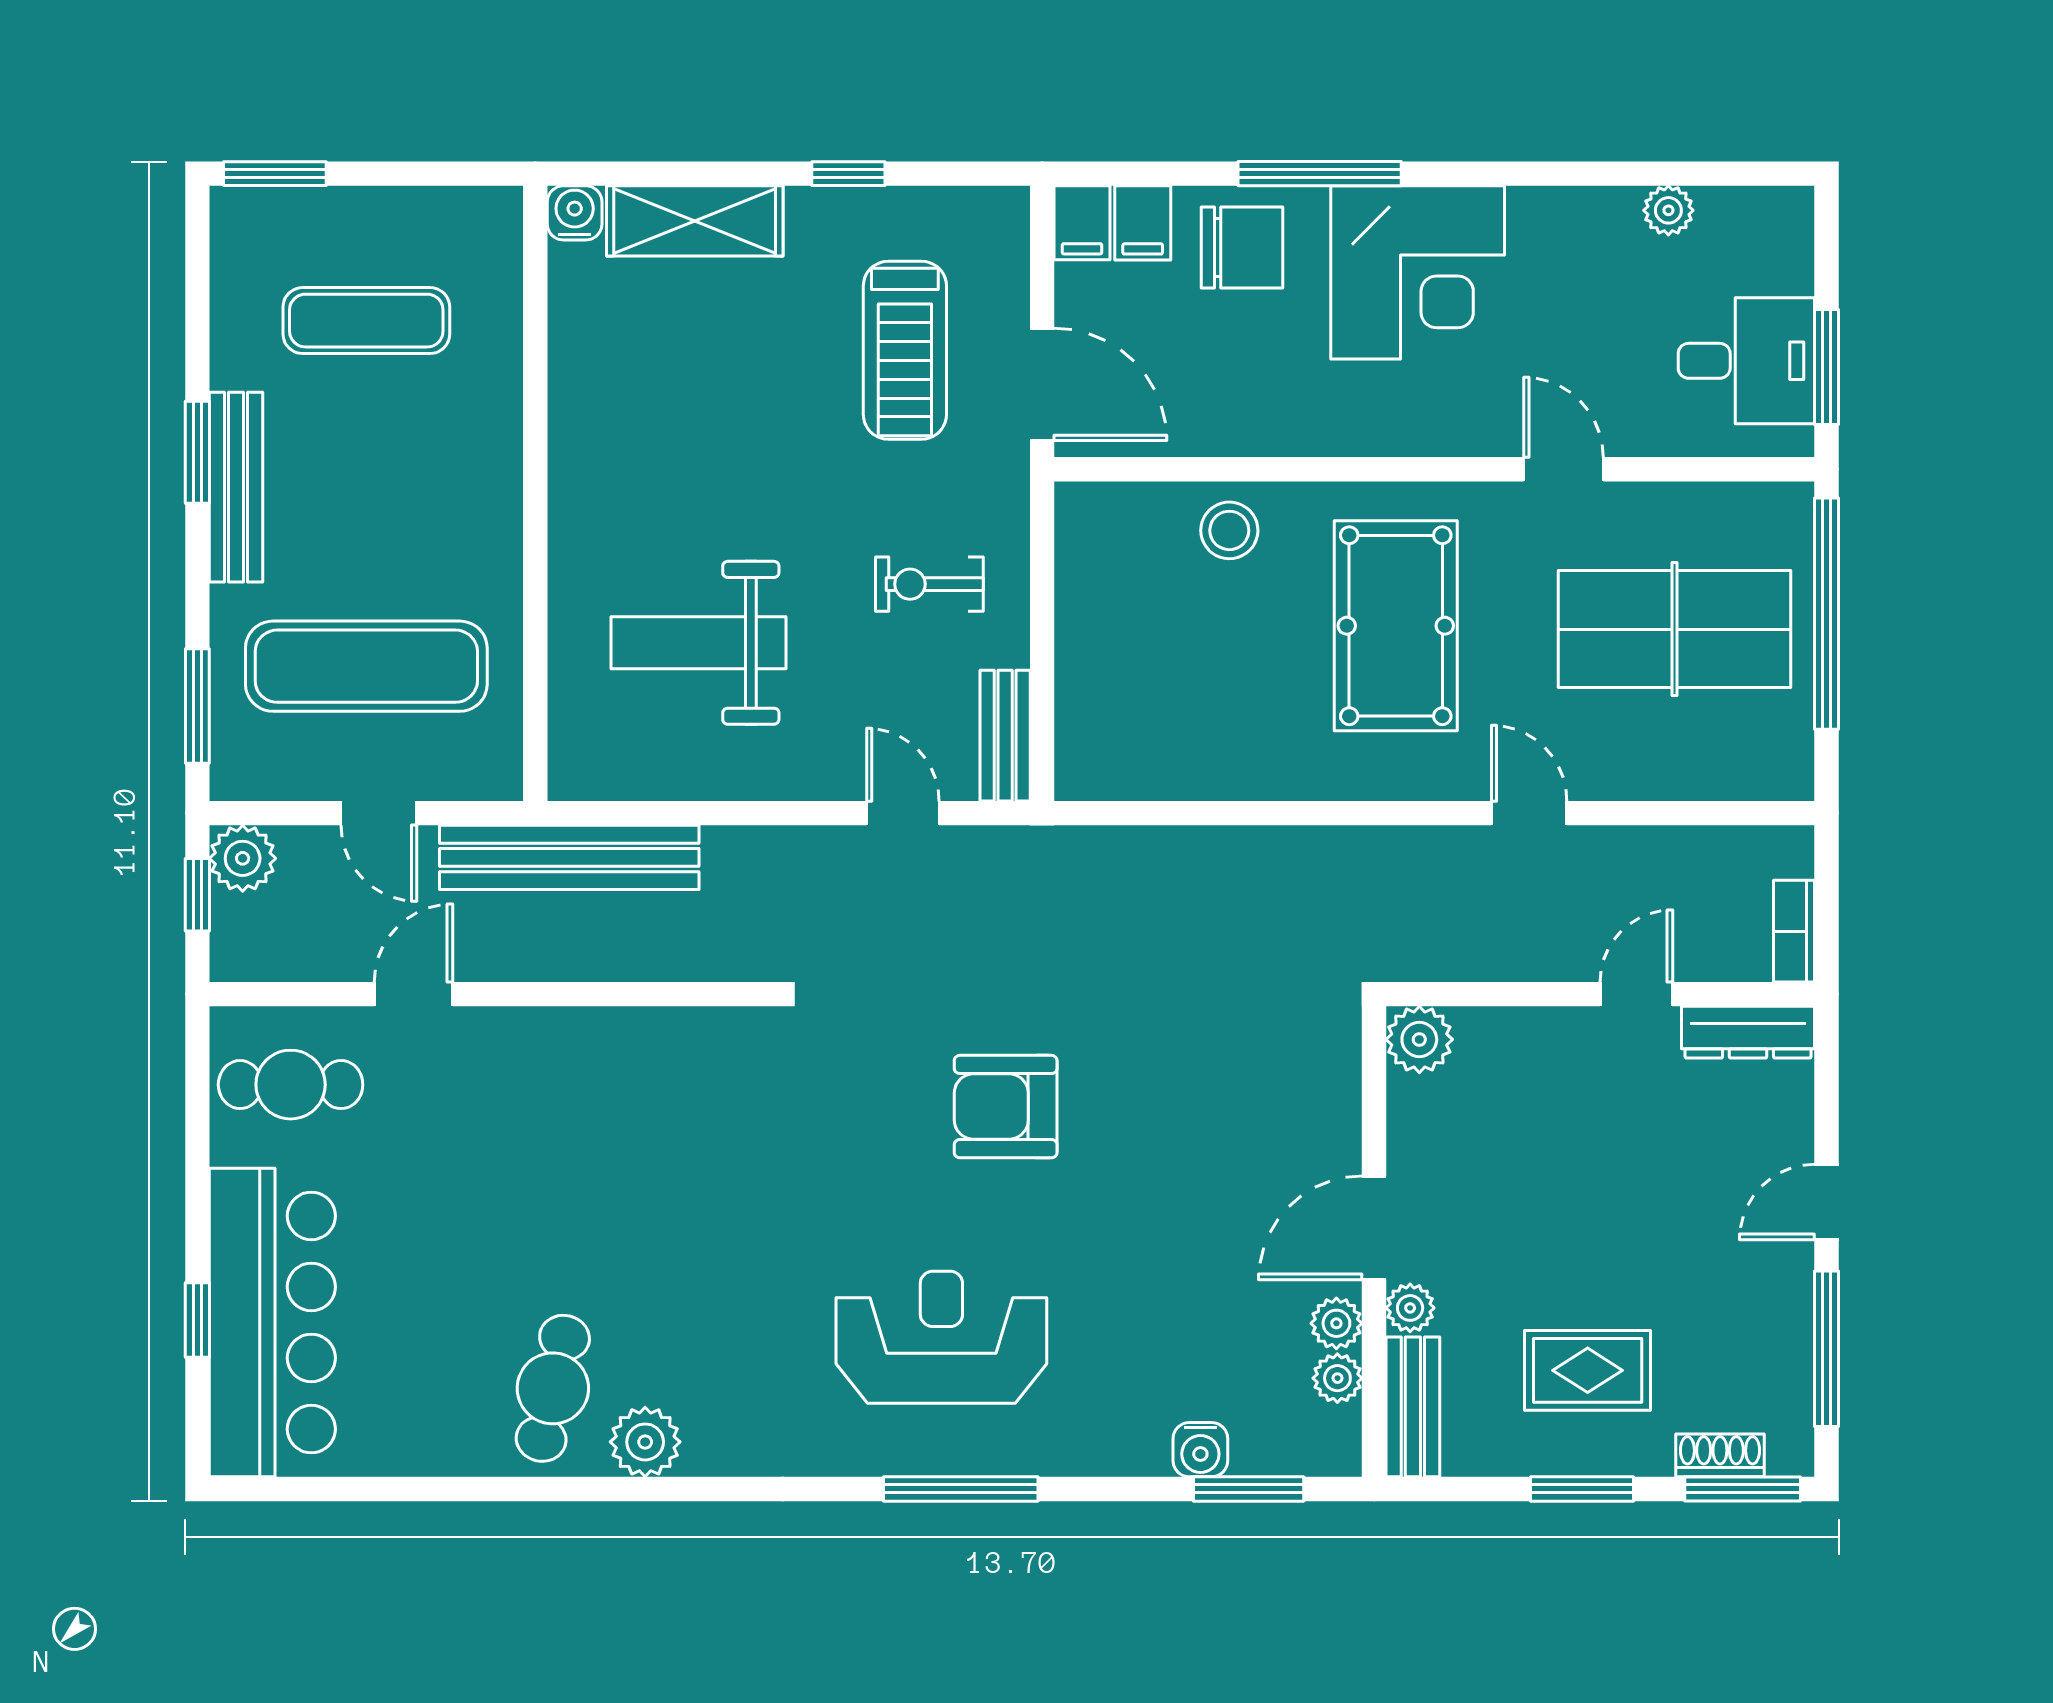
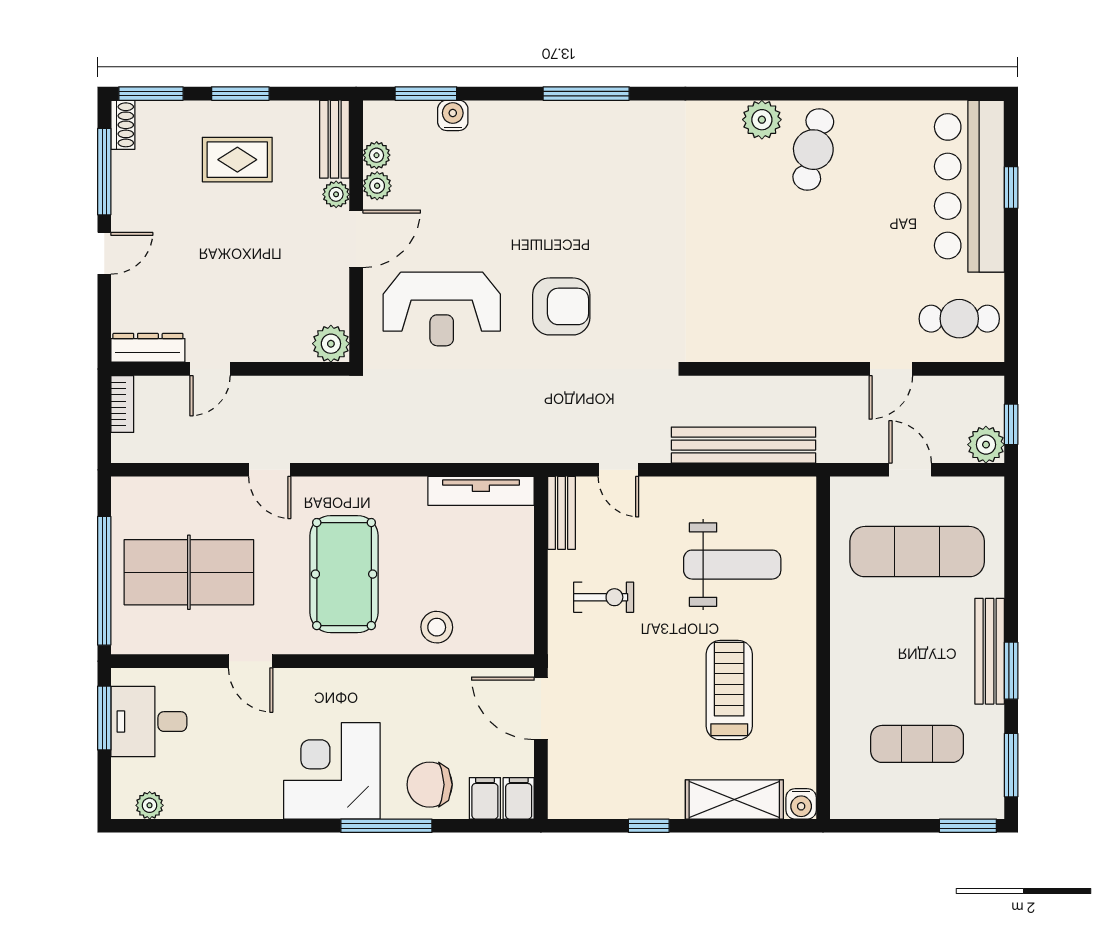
plant: (1668, 210) -> (150, 805), moved
treadmill: (905, 350) -> (729, 690), moved
window: (197, 706) -> (1011, 765), moved
tv unit: (1150, 775) -> (481, 491), added
bench: (569, 857) -> (744, 445), moved
reception desk: (941, 1337) -> (442, 309), moved
shoe rack: (1720, 1455) -> (123, 125), moved, turned -90

